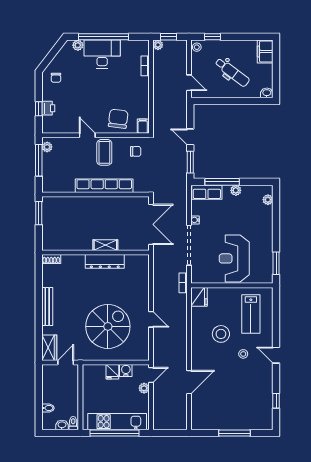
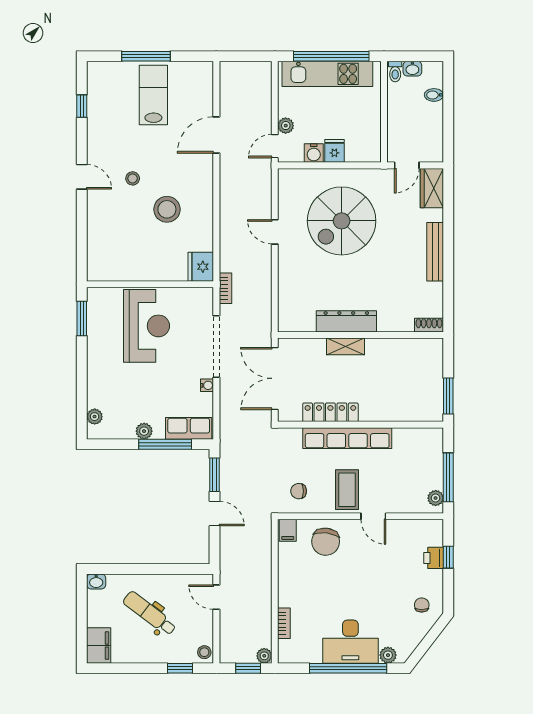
locker: (115, 203) -> (330, 412), added
lab bench: (251, 314) -> (153, 95), moved

